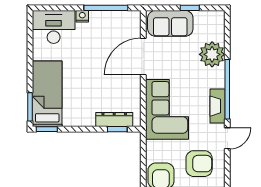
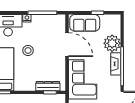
door: (143, 56) -> (67, 45), swing flipped
stool: (84, 65) -> (28, 50), added
fireplace: (218, 106) -> (116, 64), moved

